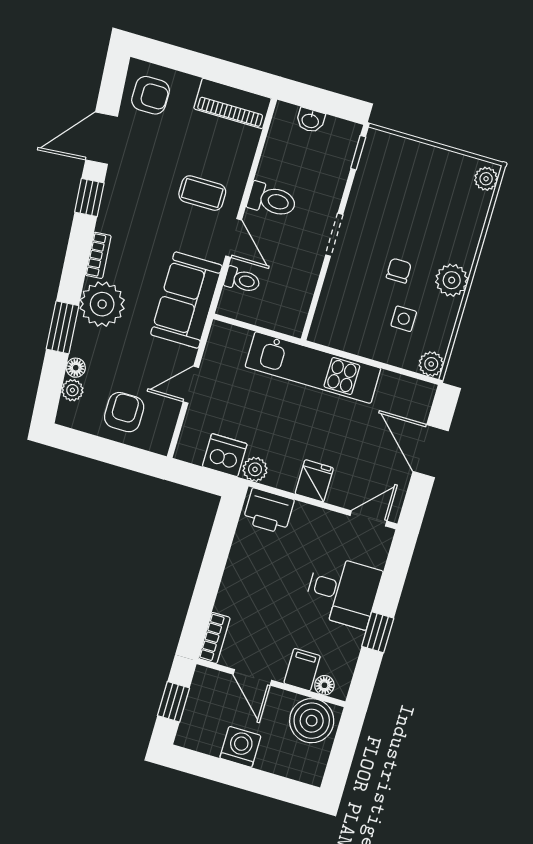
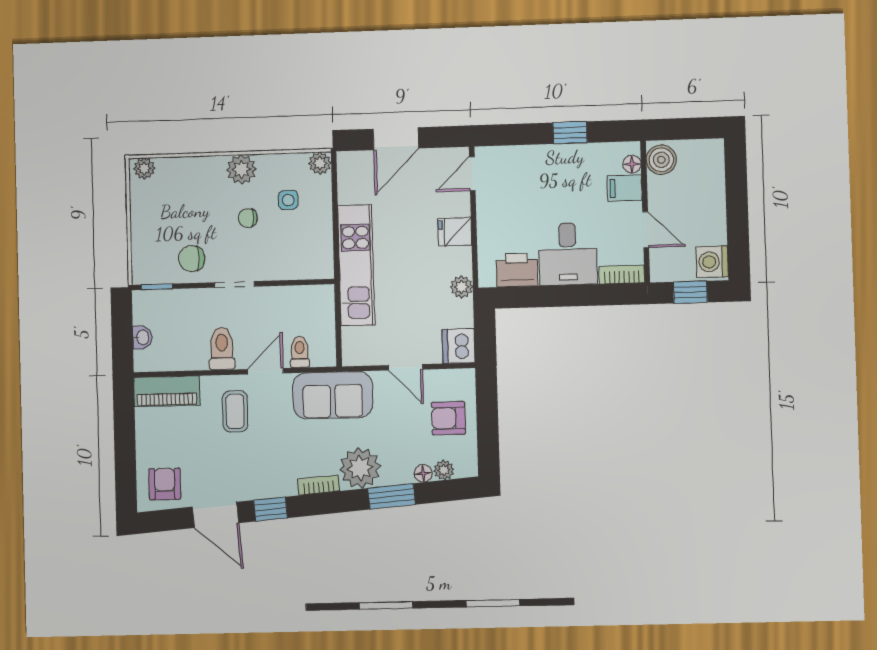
piano: (233, 103) -> (167, 391), moved, turned 90
chair: (376, 198) -> (192, 259), added
dishwasher: (225, 455) -> (459, 346), moved
printer: (268, 511) -> (517, 270), moved, turned -90
door: (368, 518) -> (472, 174), hinge flipped
desk: (343, 592) -> (568, 254), moved, turned 180
door: (252, 677) -> (646, 230), hinge flipped
boiler: (312, 721) -> (661, 160), width x0.73, depth x0.73
washing machine: (240, 747) -> (712, 262), moved

